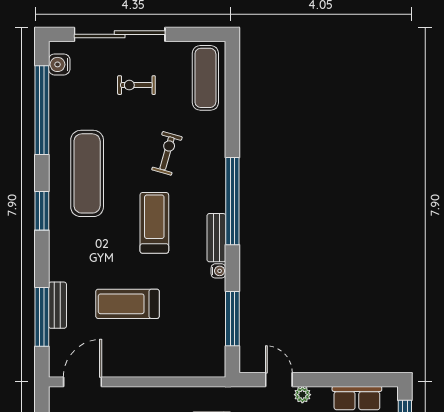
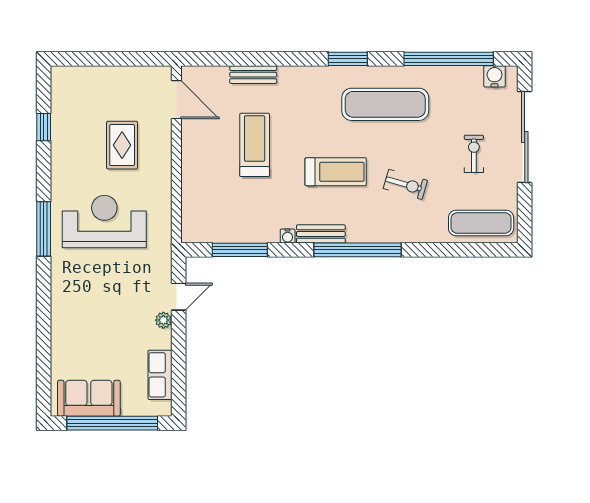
window: (42, 317) -> (241, 59), removed

